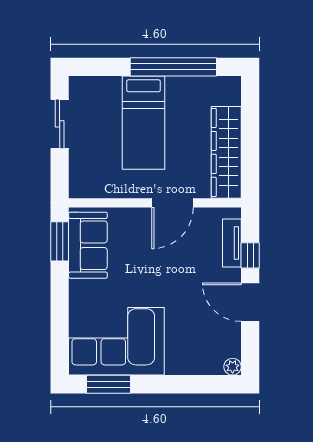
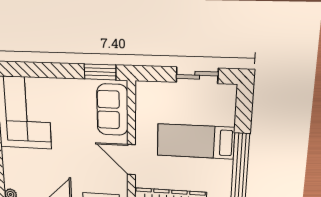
sofa: (88, 245) -> (112, 110), moved, turned 90

